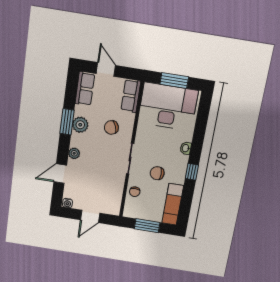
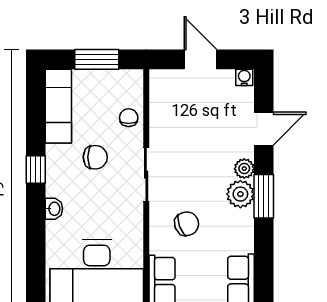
window: (67, 122) -> (264, 196), moved
plant: (80, 125) -> (240, 194), moved
door: (90, 216) -> (200, 59), hinge flipped

